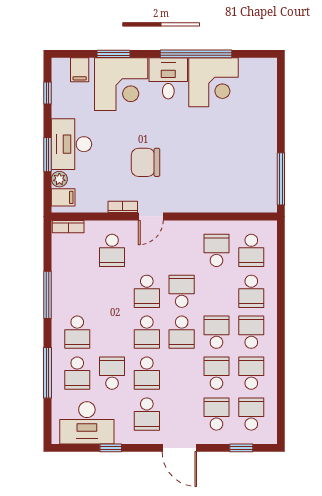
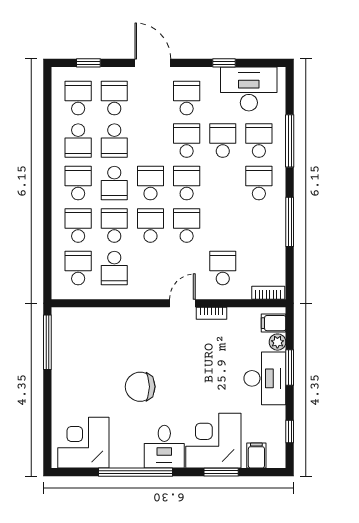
corner desk: (214, 82) -> (83, 443), moved
chair: (146, 162) -> (140, 387), moved, turned 180
school desk: (182, 291) -> (150, 226), turned 180
school desk: (216, 291) -> (114, 226), added
school desk: (251, 332) -> (78, 183), turned 180
school desk: (112, 373) -> (223, 141), turned 180
school desk: (216, 414) -> (114, 98), turned 180
school desk: (251, 414) -> (78, 98), turned 180

